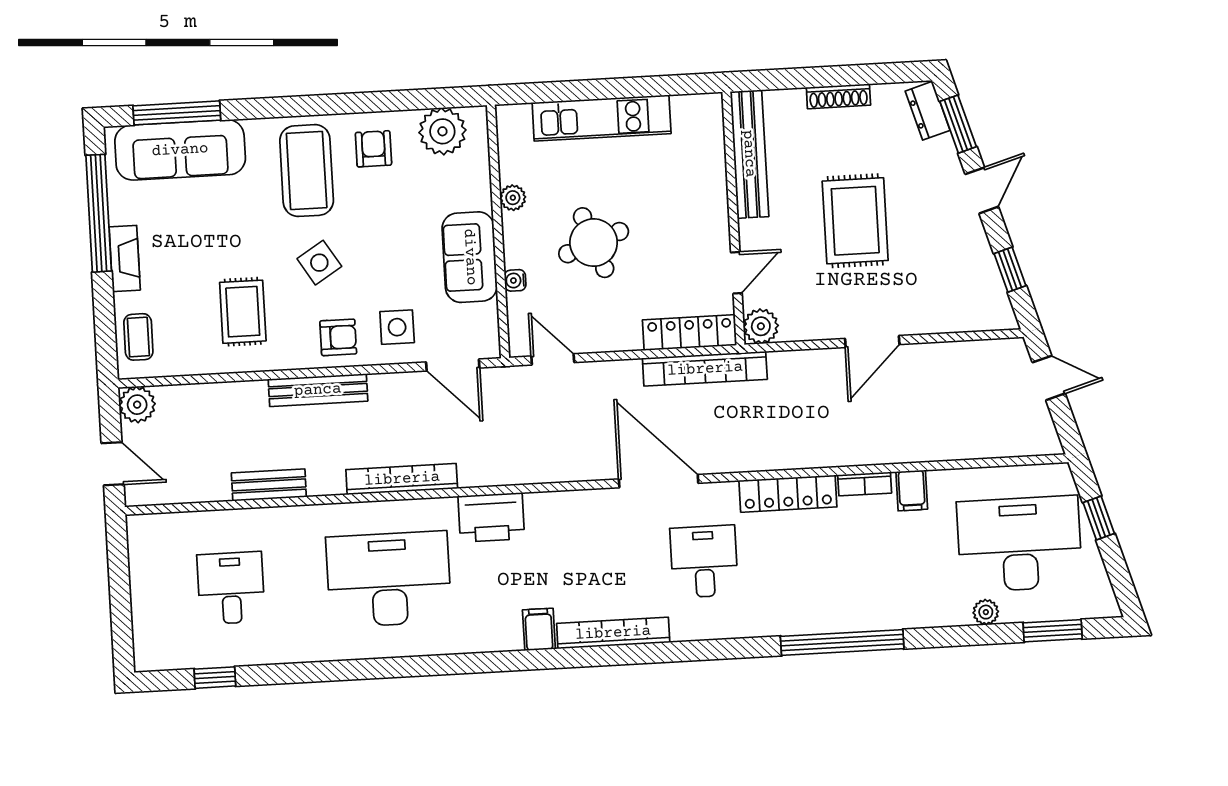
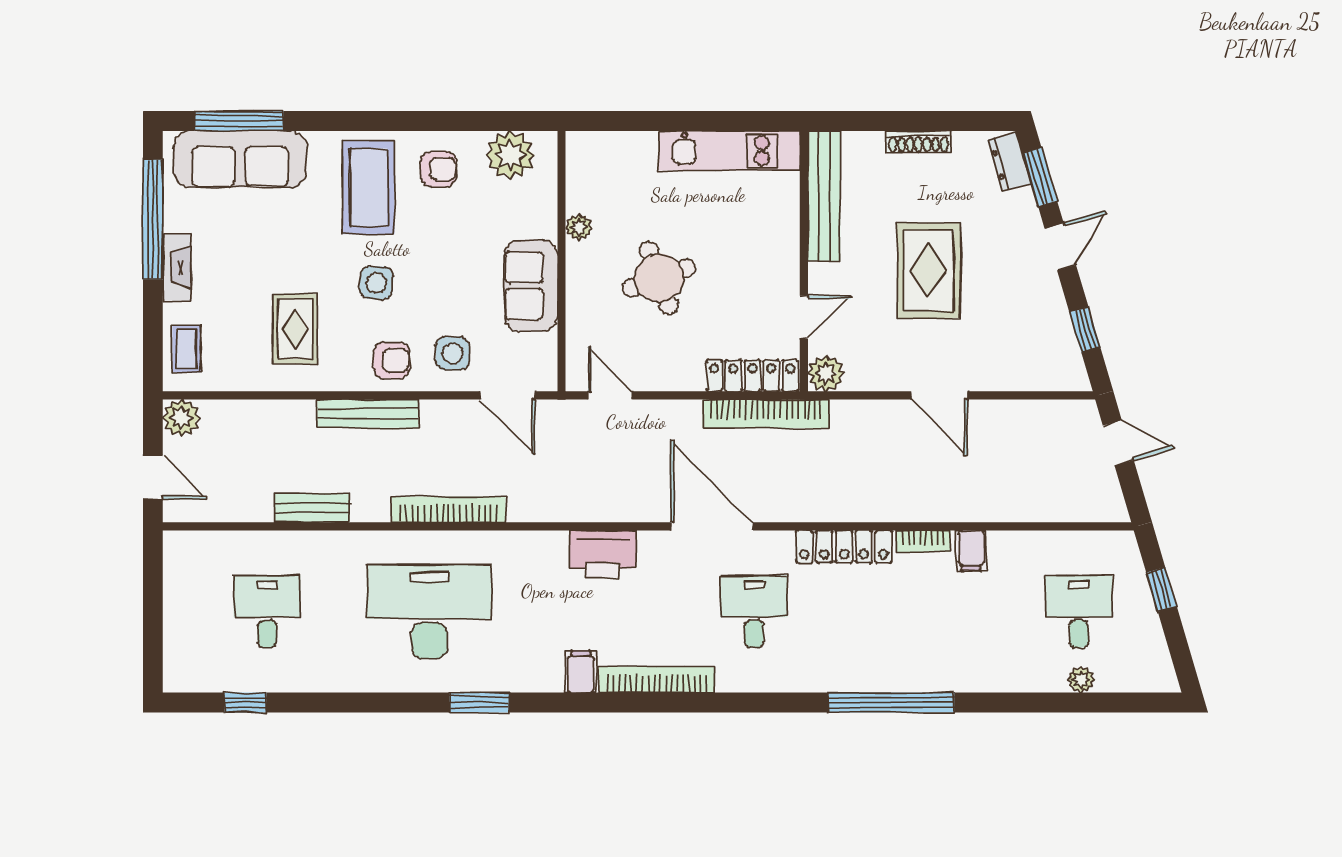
kitchen unit: (602, 118) -> (730, 151), moved
armchair: (373, 149) -> (438, 169), turned 90
side table: (319, 263) -> (376, 283), turned 36
water cooler: (515, 280) -> (576, 312), removed
door: (872, 341) -> (939, 395), hinge flipped
printer: (491, 517) -> (603, 554), moved
desk: (1019, 544) -> (1079, 611), width x0.53, depth x0.77
plant: (986, 612) -> (1081, 679), moved
window: (1053, 631) -> (479, 702), moved

